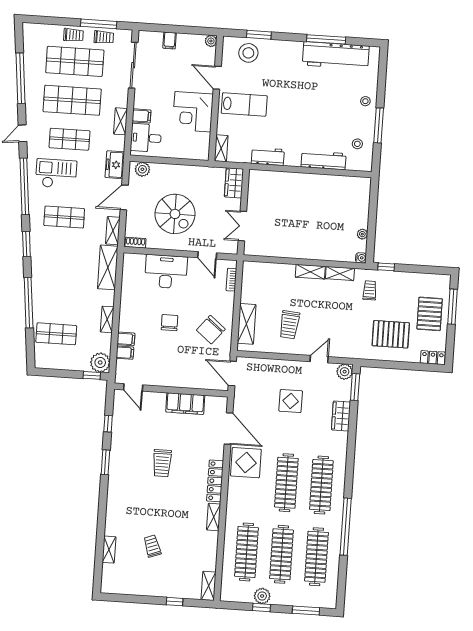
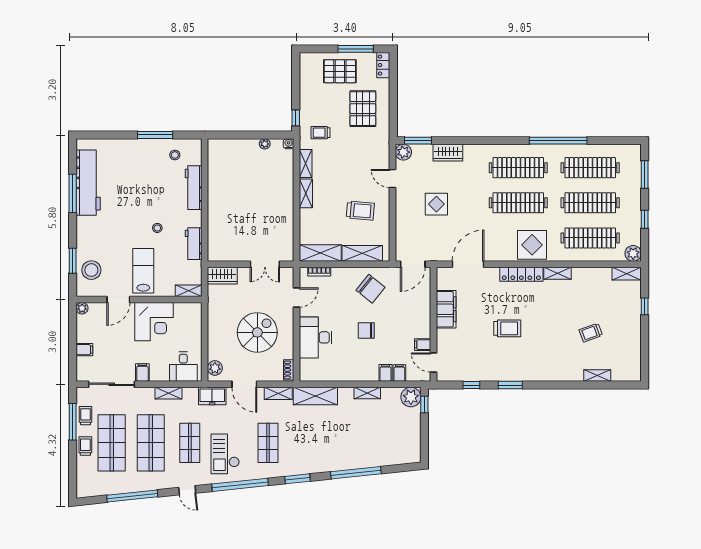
stool: (365, 101) -> (157, 228), moved
filing cabinet: (142, 116) -> (142, 373), moved
shelving: (250, 282) -> (320, 253), added
window: (452, 307) -> (356, 49), moved
shop shelf: (56, 334) -> (385, 443), removed
filing cabinet: (152, 378) -> (423, 345), added
door: (133, 387) -> (433, 362), swing flipped
display table: (246, 463) -> (532, 245), moved
plant: (262, 596) -> (633, 253), moved

